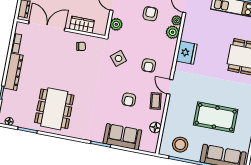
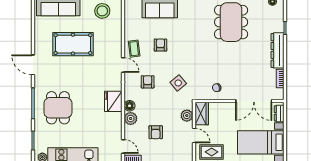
plant: (177, 20) -> (129, 131), removed
wardrobe: (82, 25) -> (202, 114), moved, turned -90
floor lamp: (155, 127) -> (130, 106), moved

